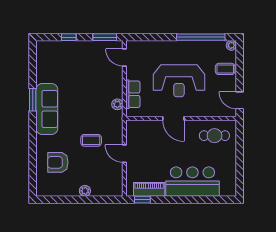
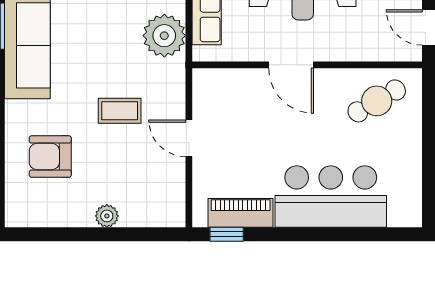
plant: (117, 104) -> (164, 36), width x1.87, depth x1.87
cafe table: (214, 136) -> (377, 101), turned -30

